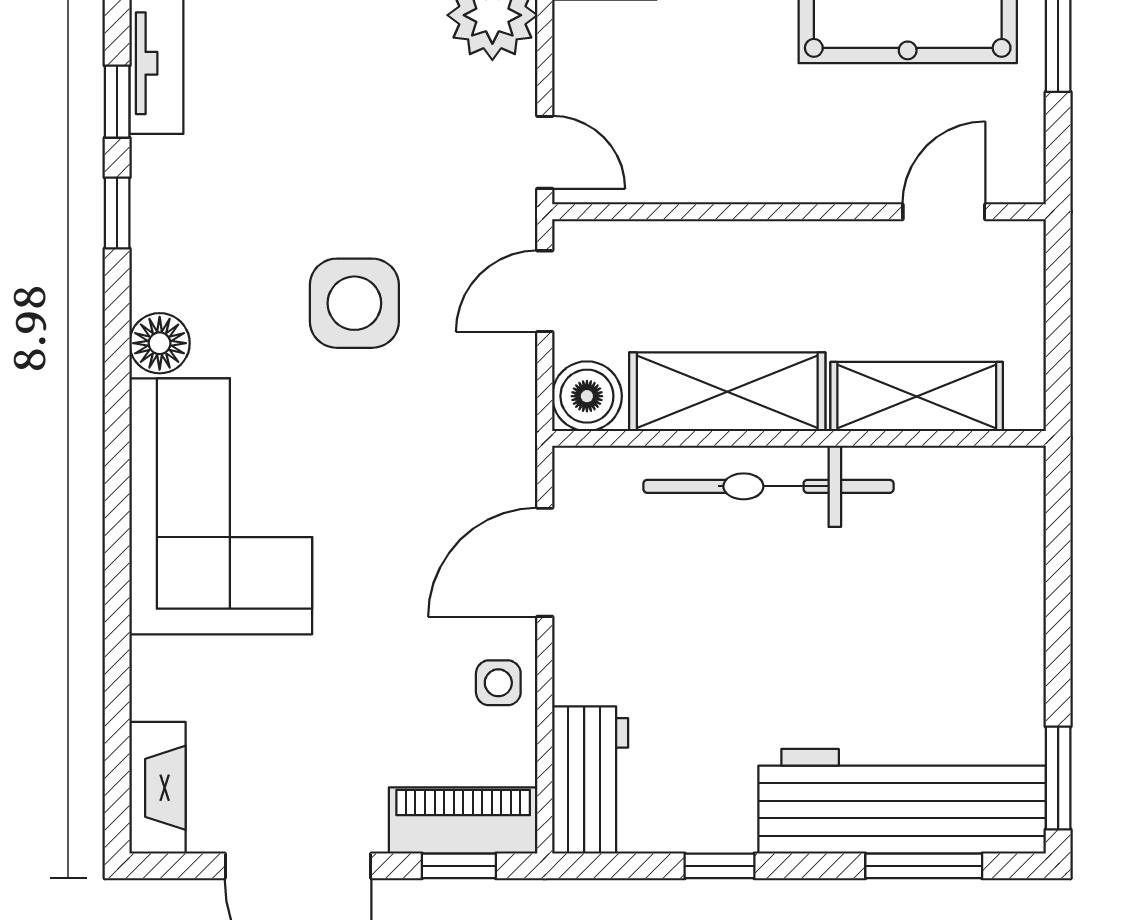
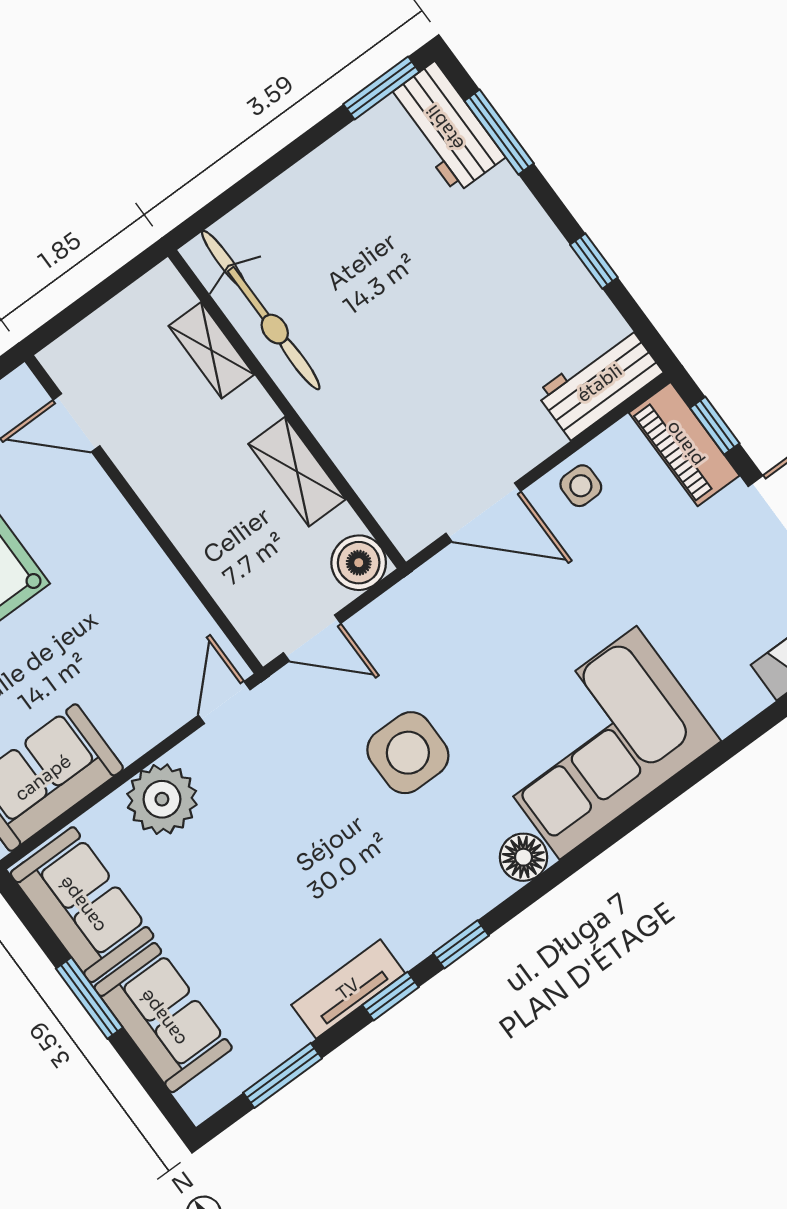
shelving: (727, 392) -> (297, 472), width x0.67, depth x0.75
shelving: (917, 396) -> (211, 350), width x0.67, depth x0.75
bicycle: (768, 486) -> (261, 310), moved
workbench: (902, 801) -> (445, 127), width x0.53, depth x0.76

